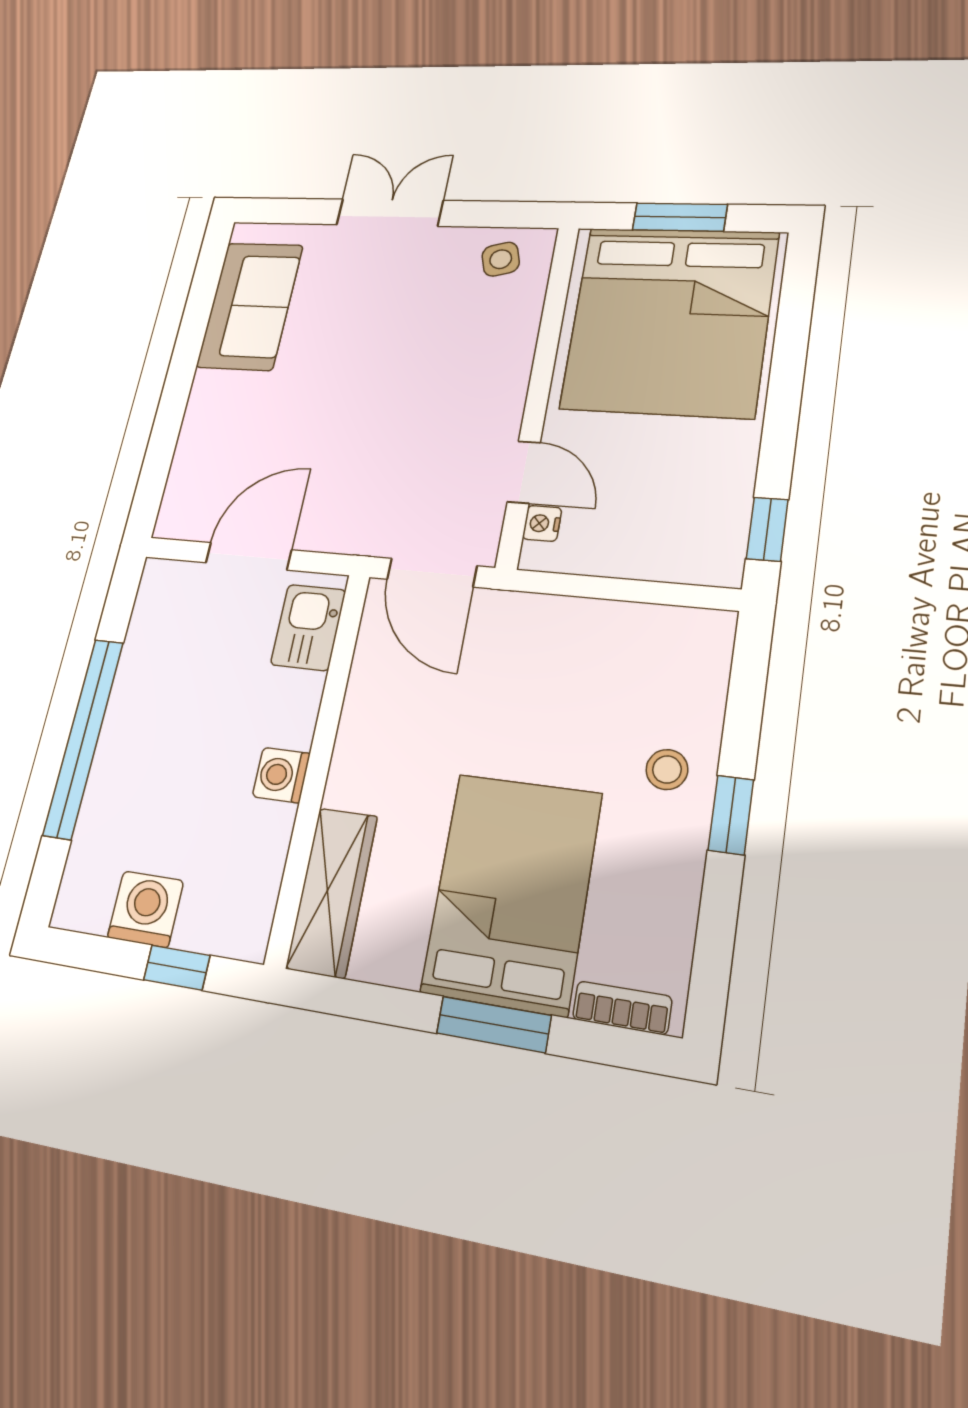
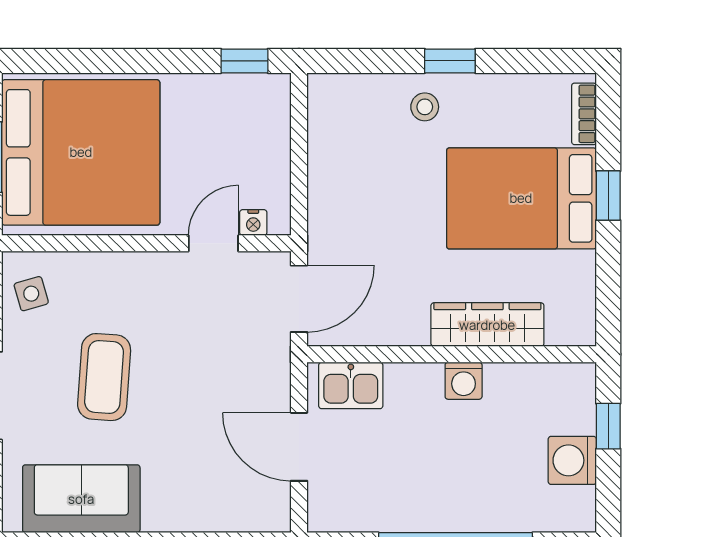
coffee table: (384, 336) -> (104, 377), added
wardrobe: (332, 892) -> (487, 325), moved
window: (494, 1024) -> (608, 196), width x0.67

